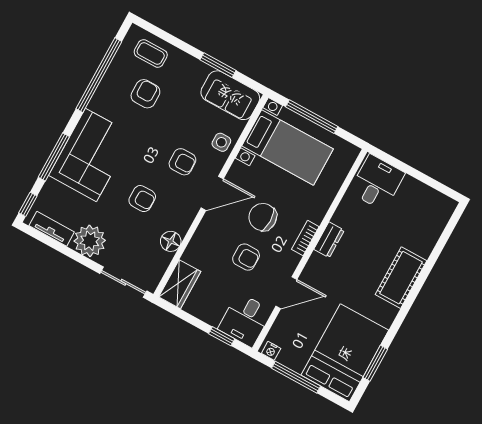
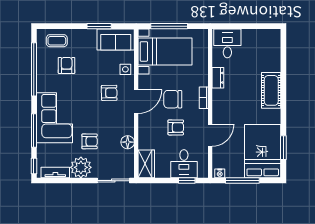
armchair: (142, 199) -> (90, 141), moved
dresser: (329, 240) -> (218, 78), moved
desk: (245, 320) -> (184, 164), moved

